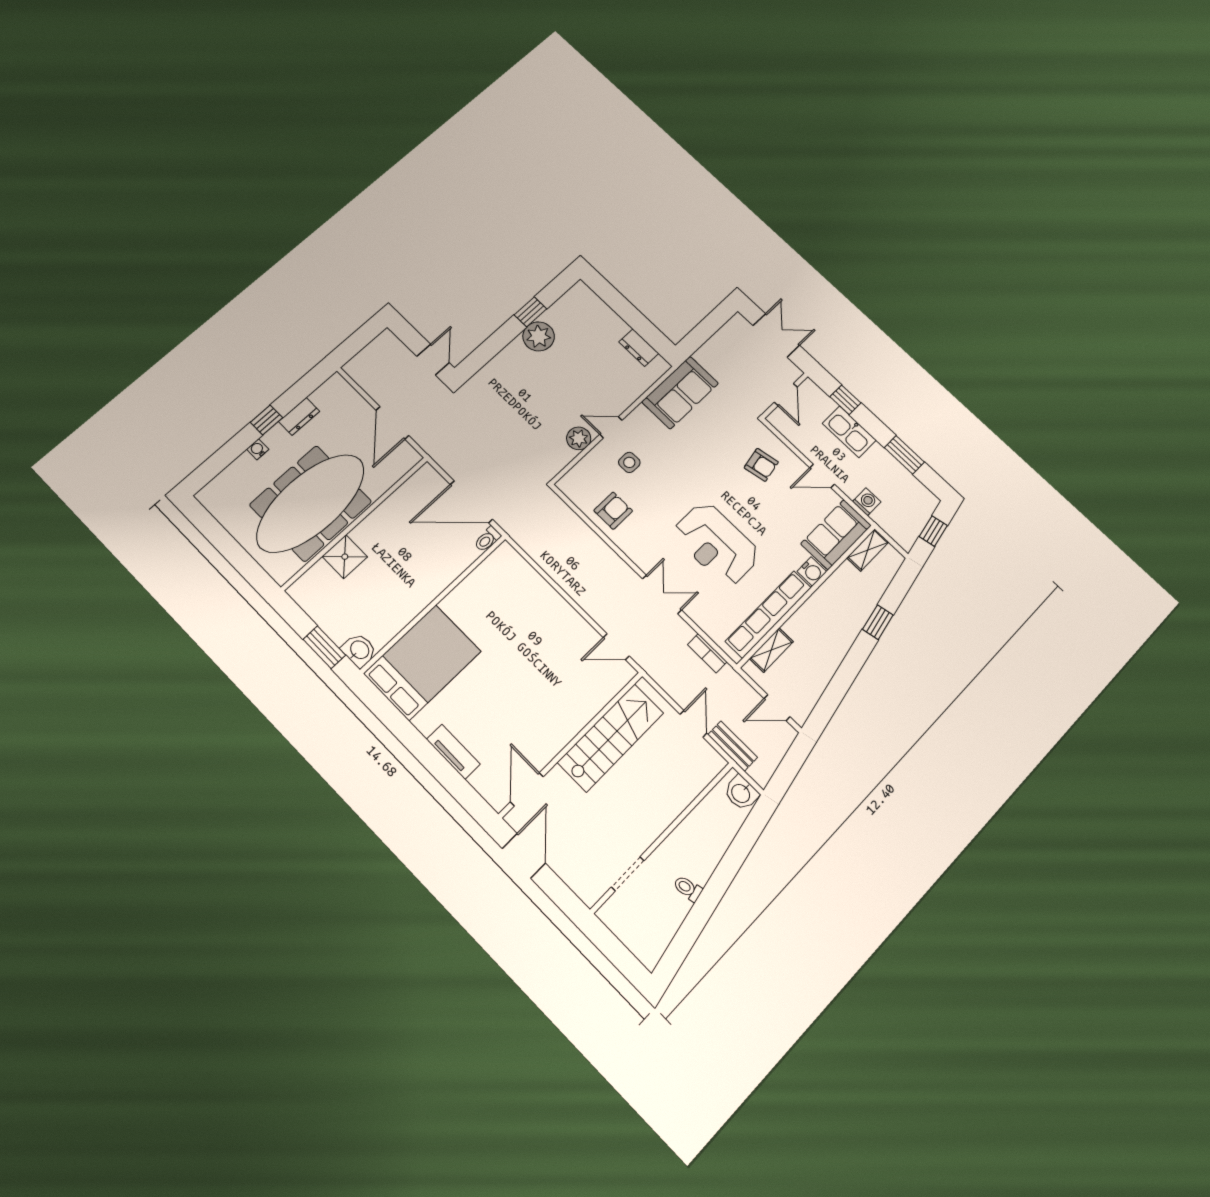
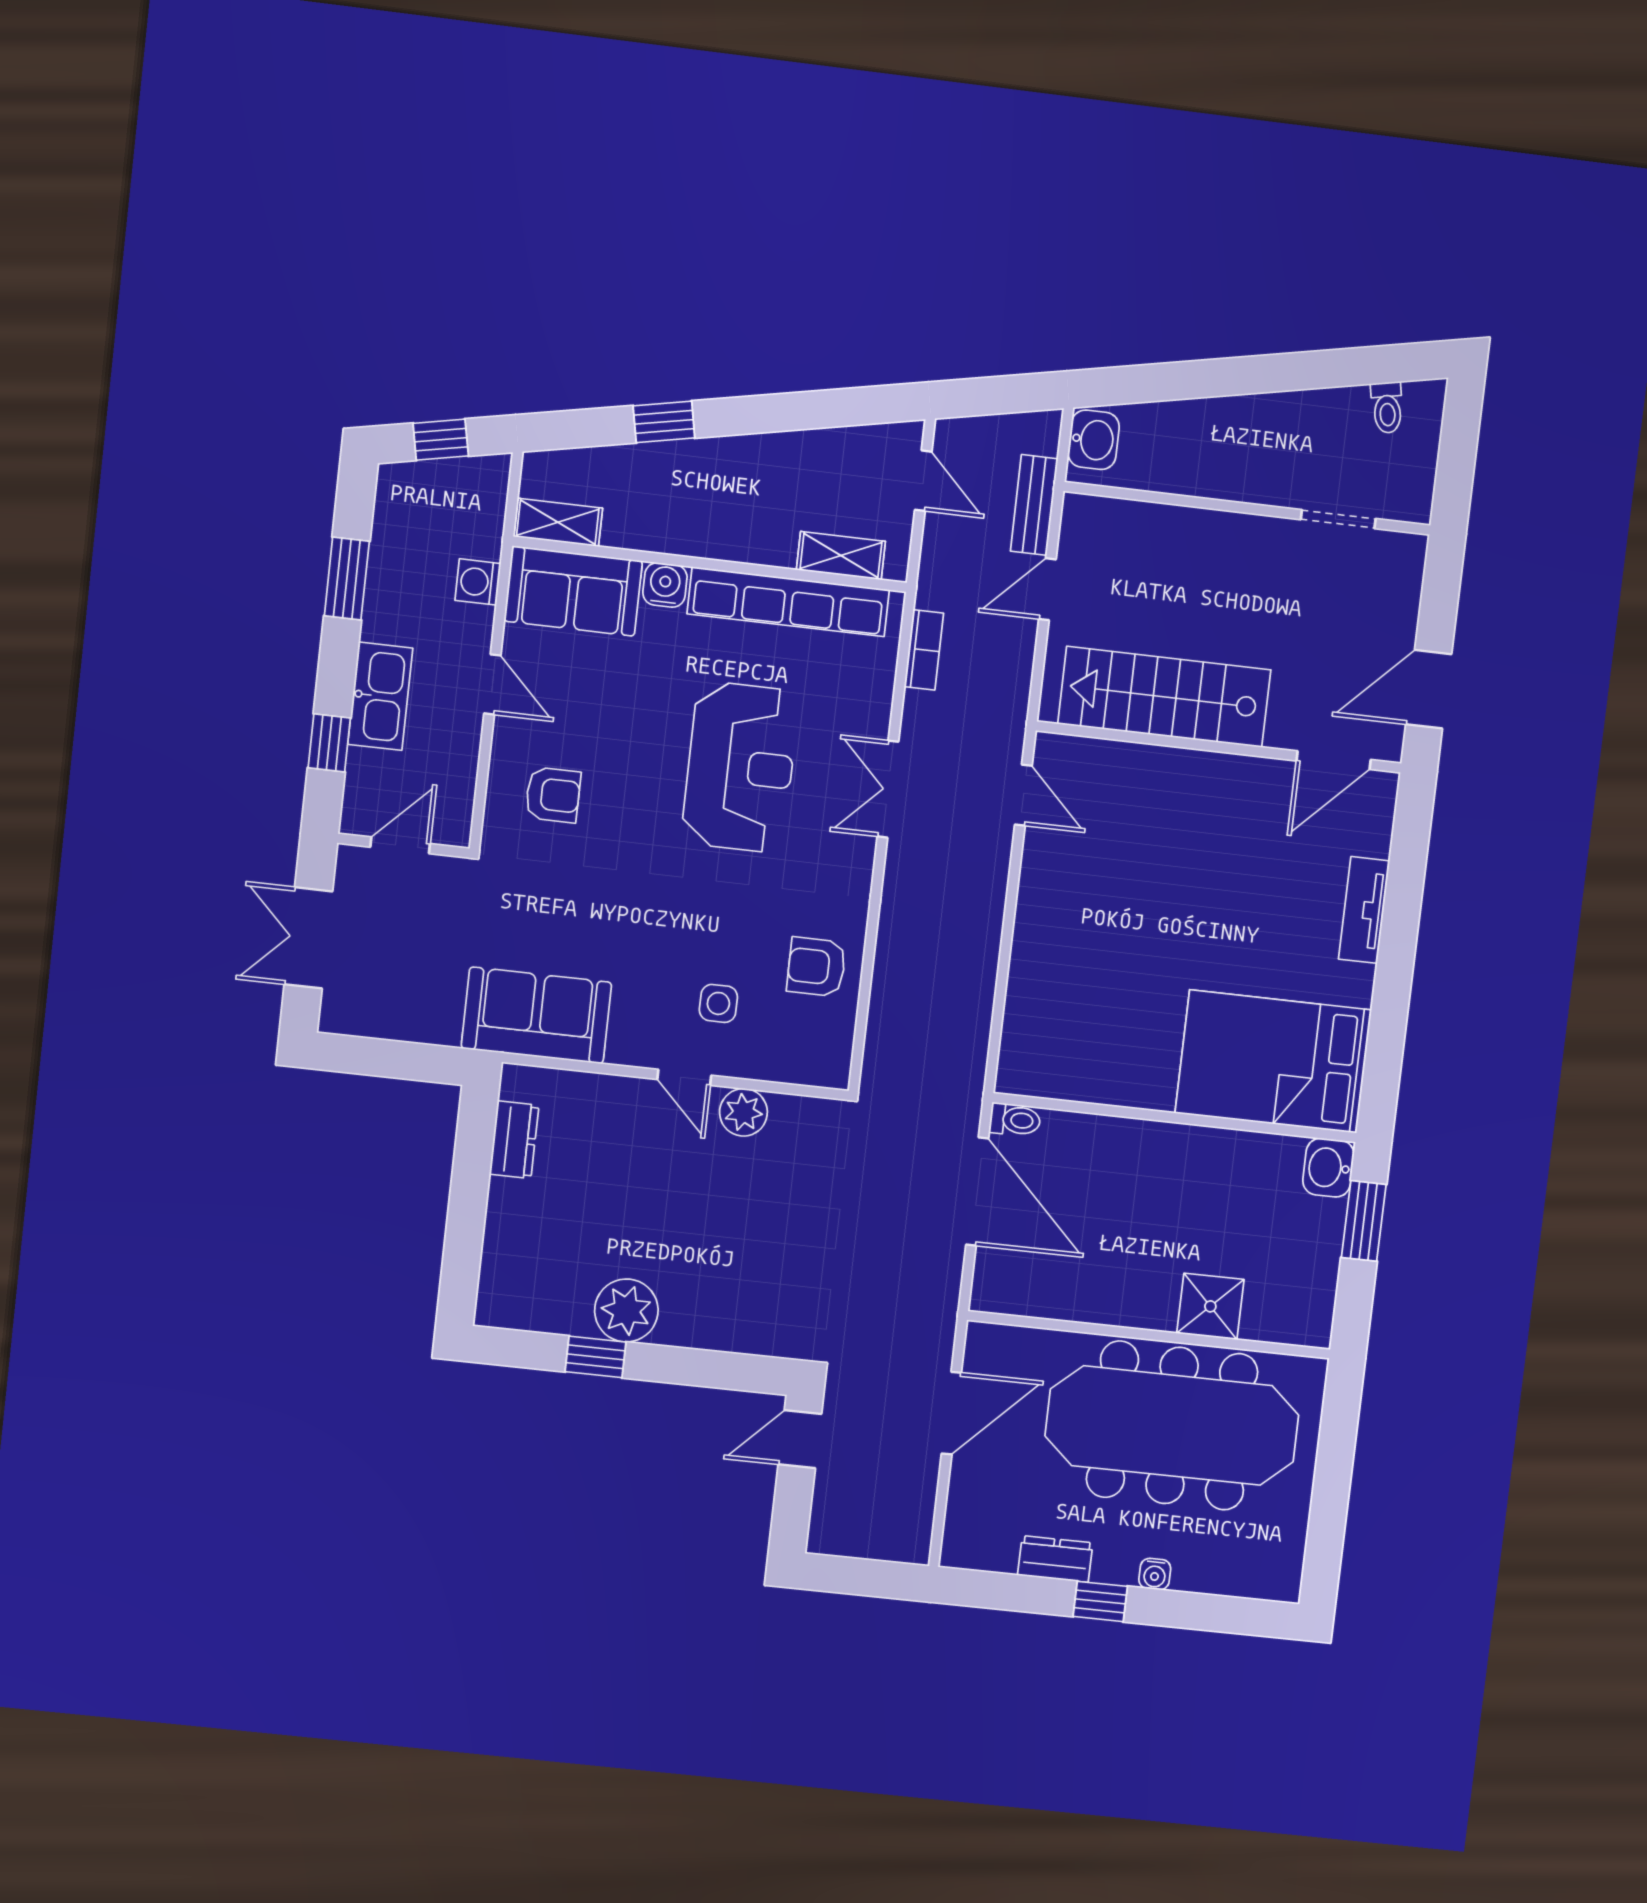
armchair: (761, 465) -> (553, 795), turned 101
toilet: (688, 888) -> (1387, 408), moved

